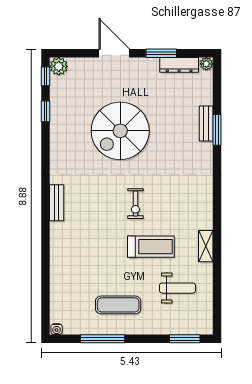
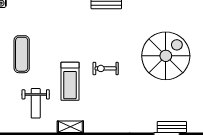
spiral stairs: (120, 131) -> (166, 56), turned 90

